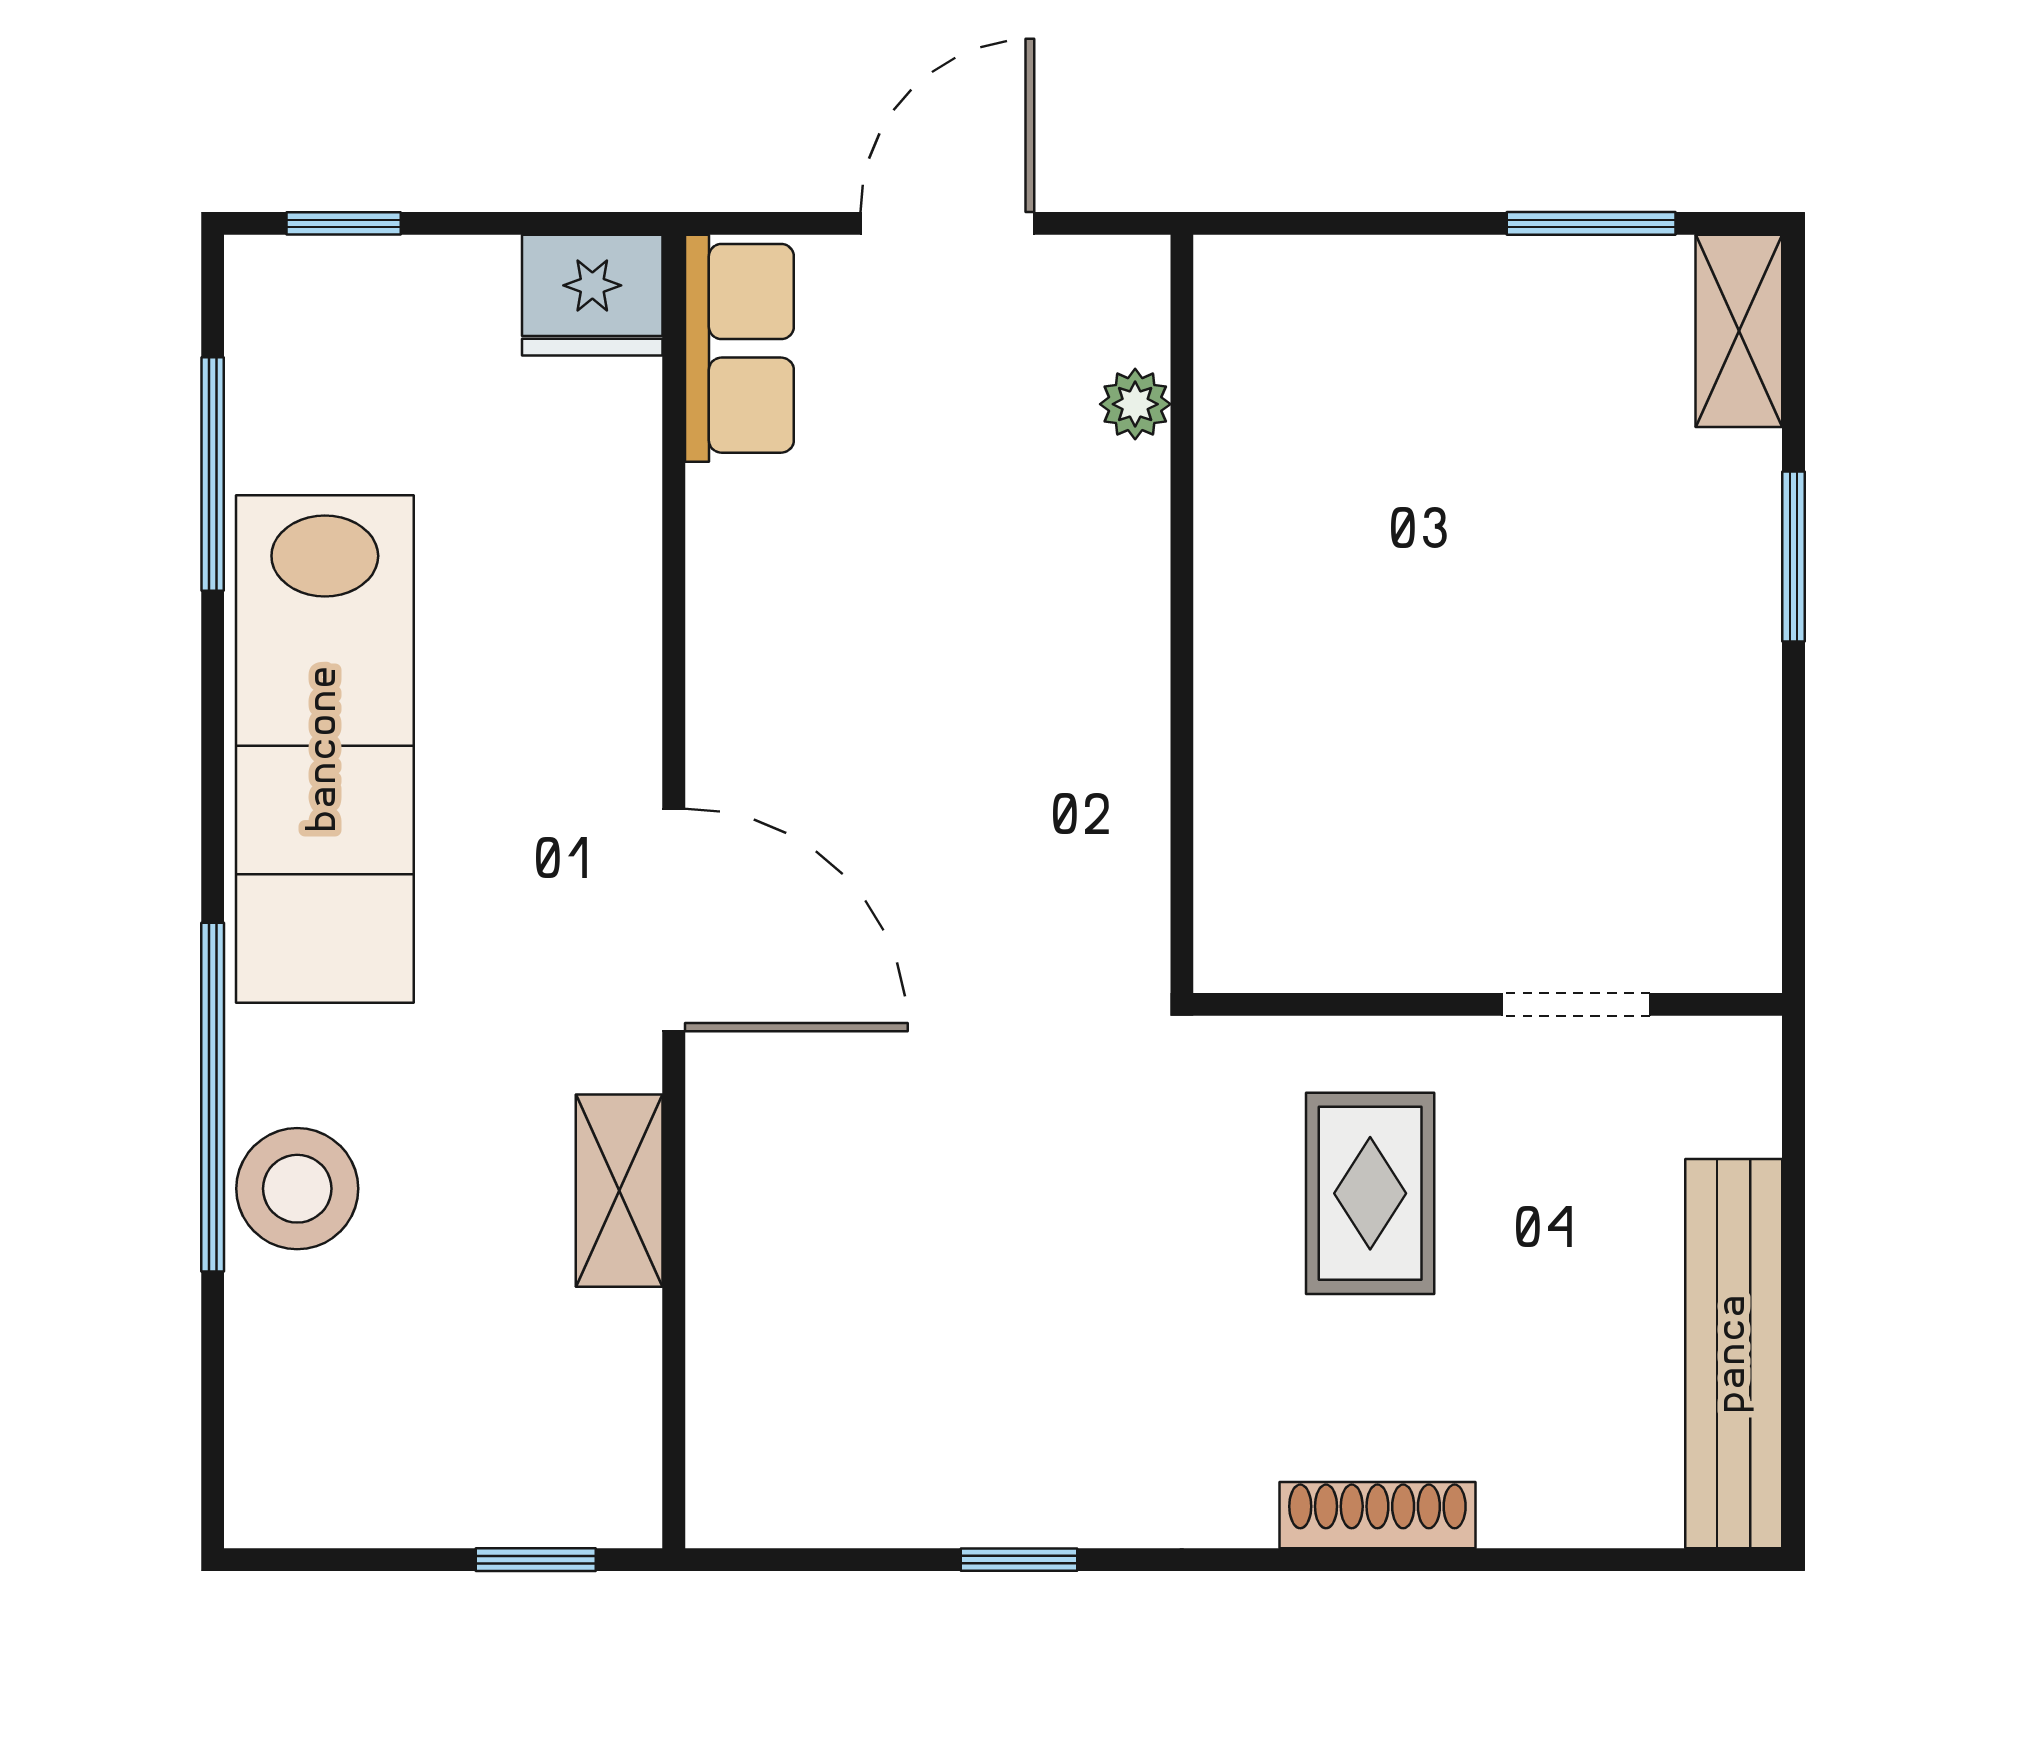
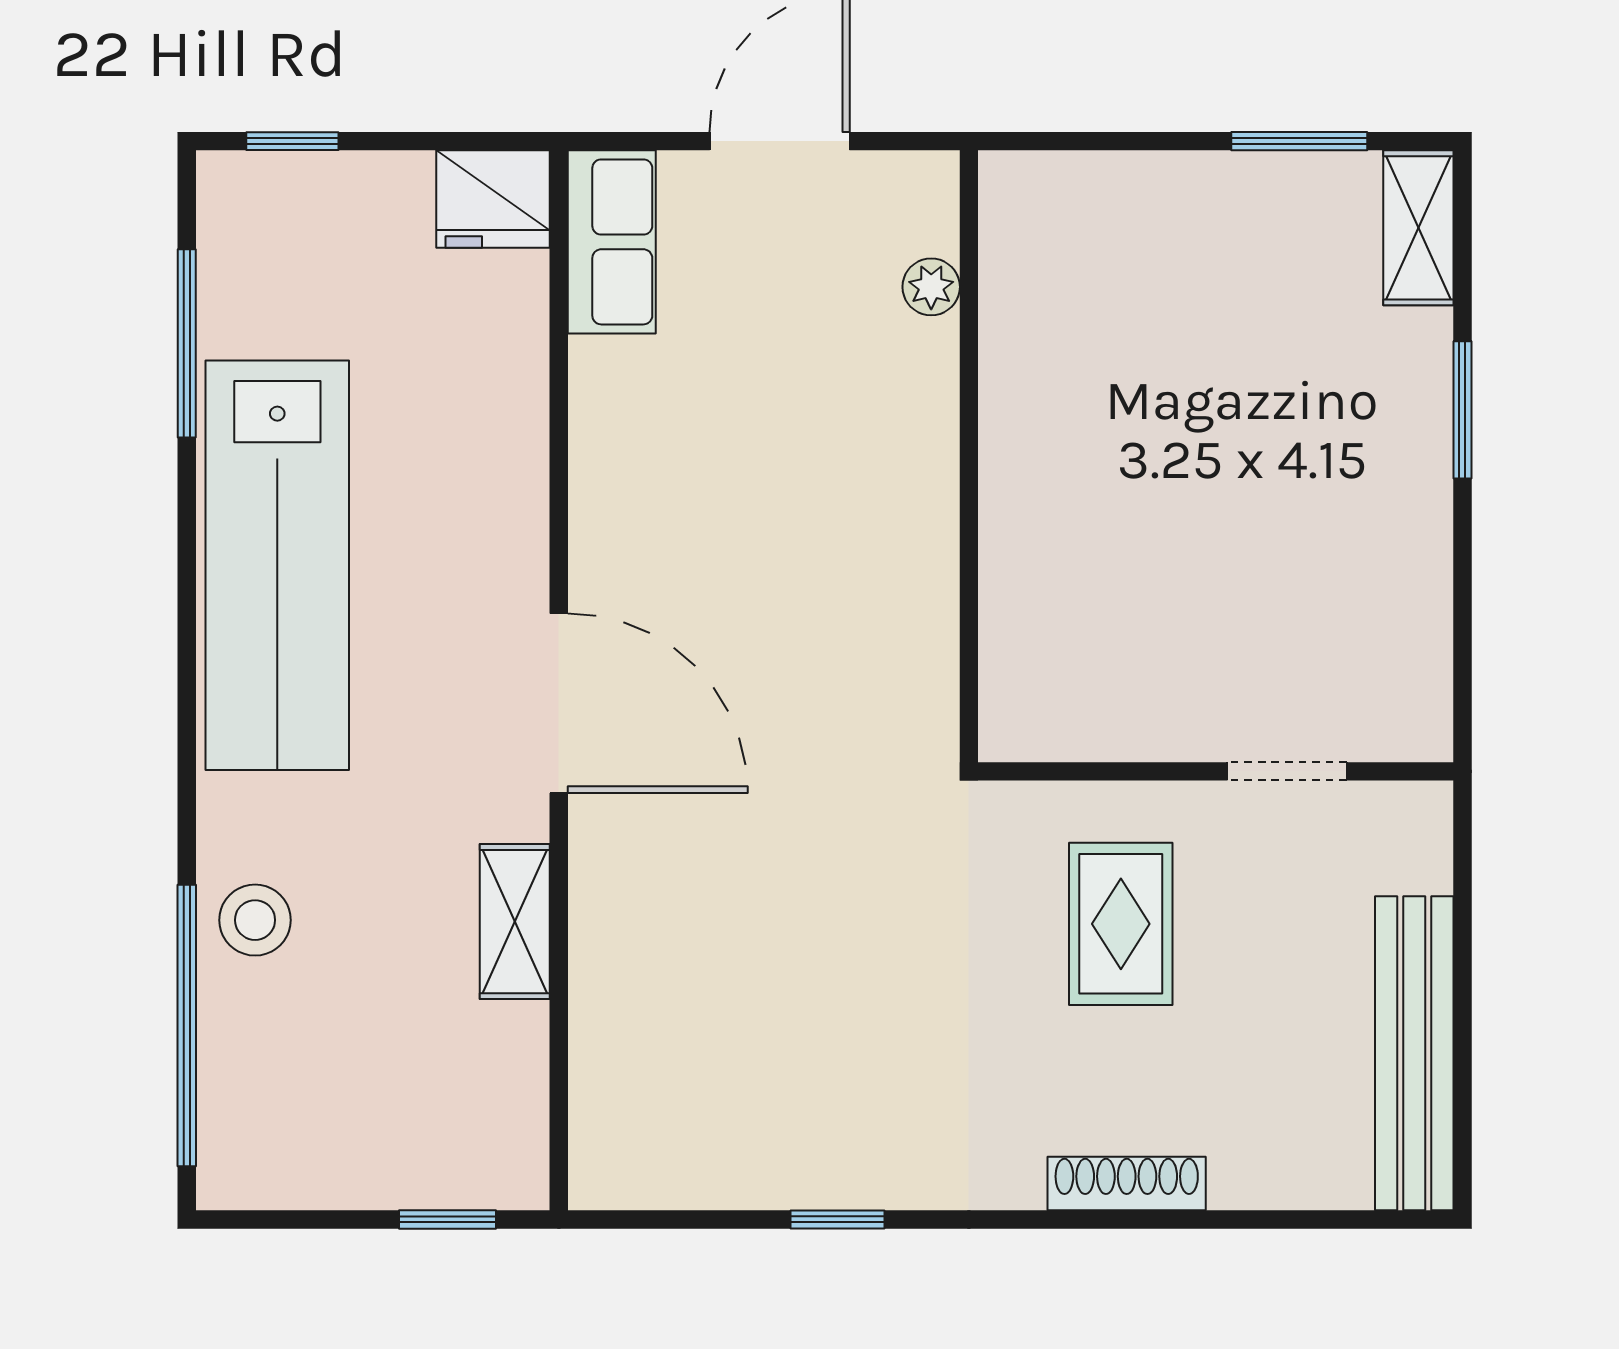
window: (213, 1097) -> (187, 1026), moved
stool: (297, 1189) -> (255, 920), width x0.73, depth x0.73

